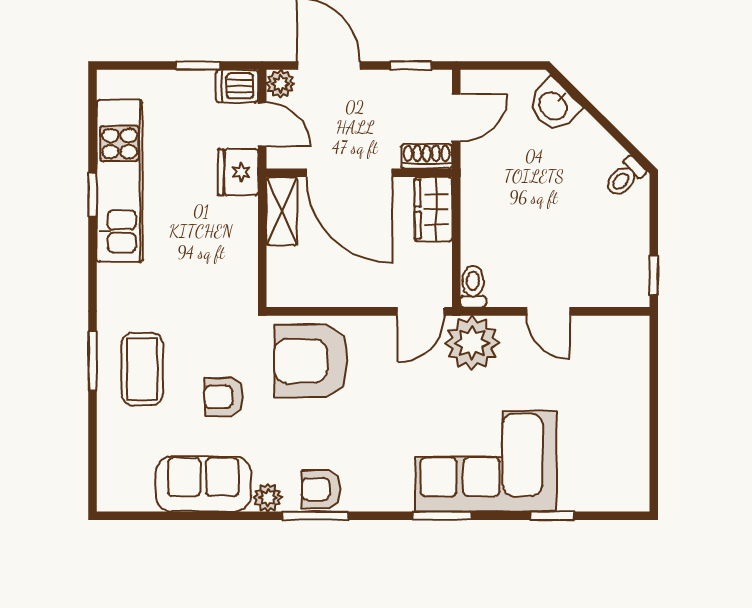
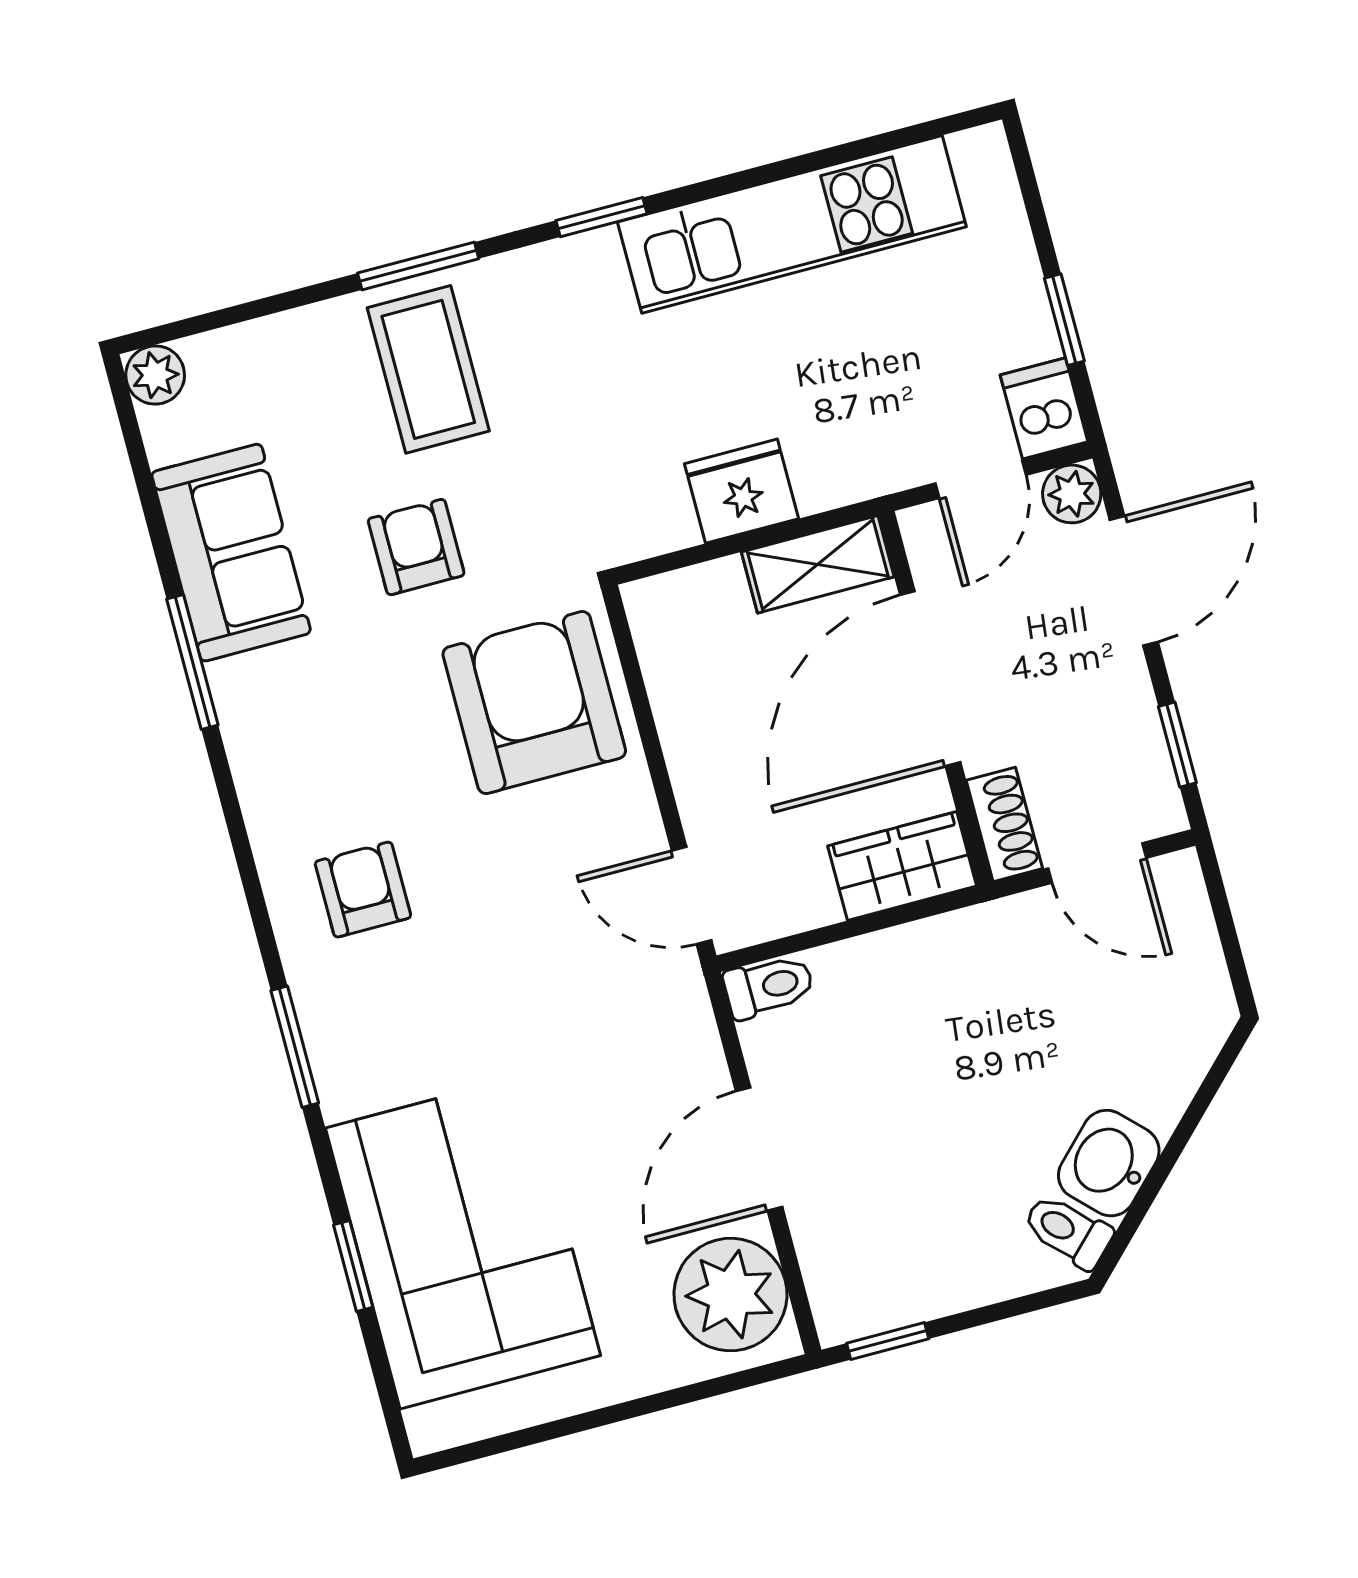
washbasin: (554, 105) -> (1109, 1163), moved
fridge: (238, 172) -> (741, 491), moved
window: (93, 195) -> (602, 217), moved
door: (548, 311) -> (759, 1149), width x1.38
plant: (472, 343) -> (730, 1295), moved
coffee table: (142, 369) -> (428, 369), turned 90
corner sofa: (486, 461) -> (463, 1242), moved
armchair: (321, 489) -> (363, 890), moved
plant: (268, 497) -> (155, 375), moved
window: (315, 516) -> (192, 662), moved

